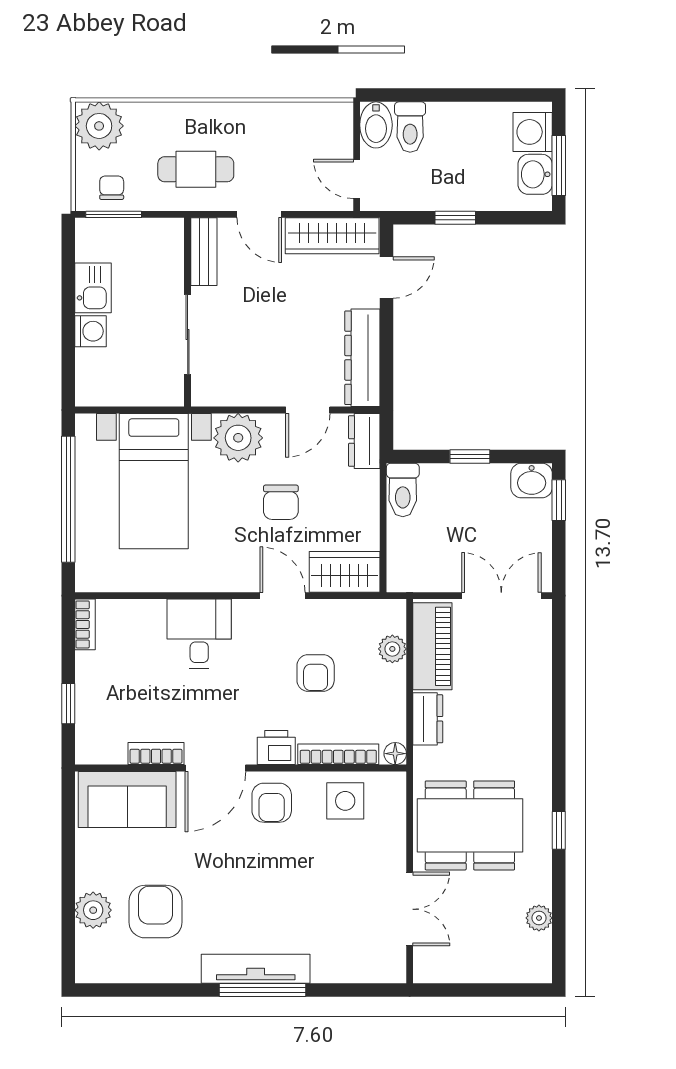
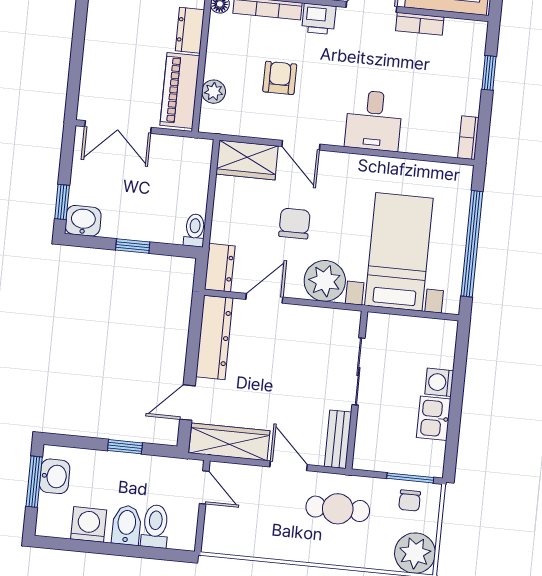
bidet: (376, 125) -> (127, 525), moved
washing machine: (533, 132) -> (89, 524), moved, turned -90
toilet: (403, 490) -> (195, 230), width x0.73, depth x0.72

